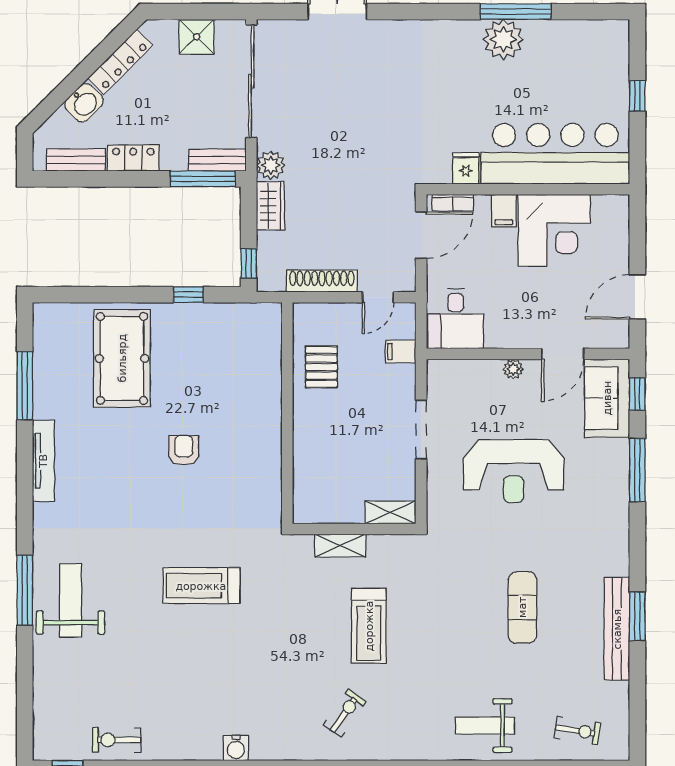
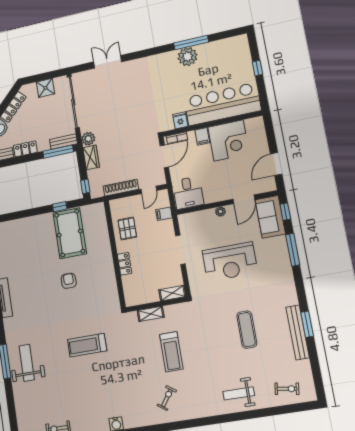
pool table: (122, 358) -> (70, 233), moved
locker: (304, 437) -> (124, 264), added

